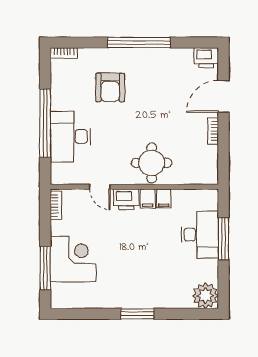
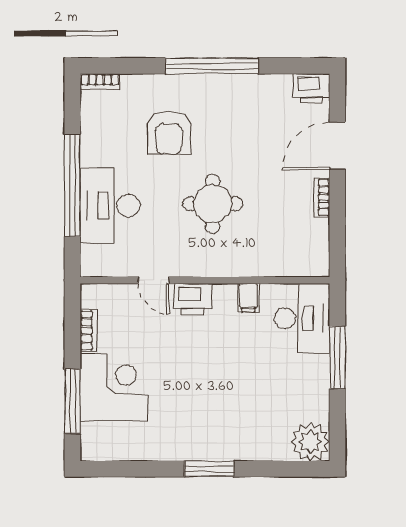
round table: (152, 163) -> (213, 204), moved
filing cabinet: (148, 199) -> (225, 298), removed
bookcase: (56, 205) -> (88, 330), moved
desk: (200, 235) -> (302, 318), moved

